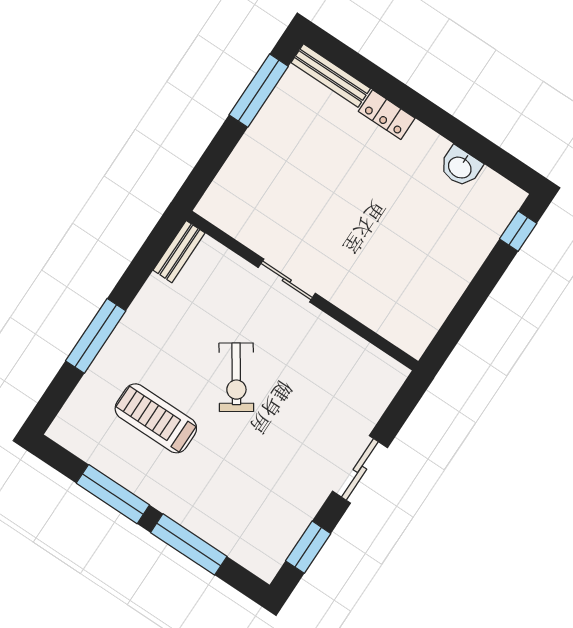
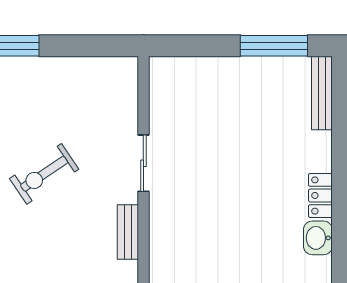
locker: (387, 115) -> (320, 195), moved
bench: (179, 252) -> (128, 232), moved, turned 90

